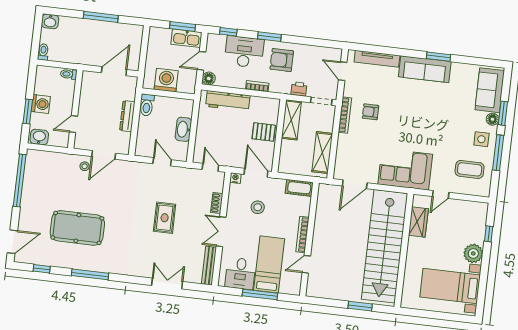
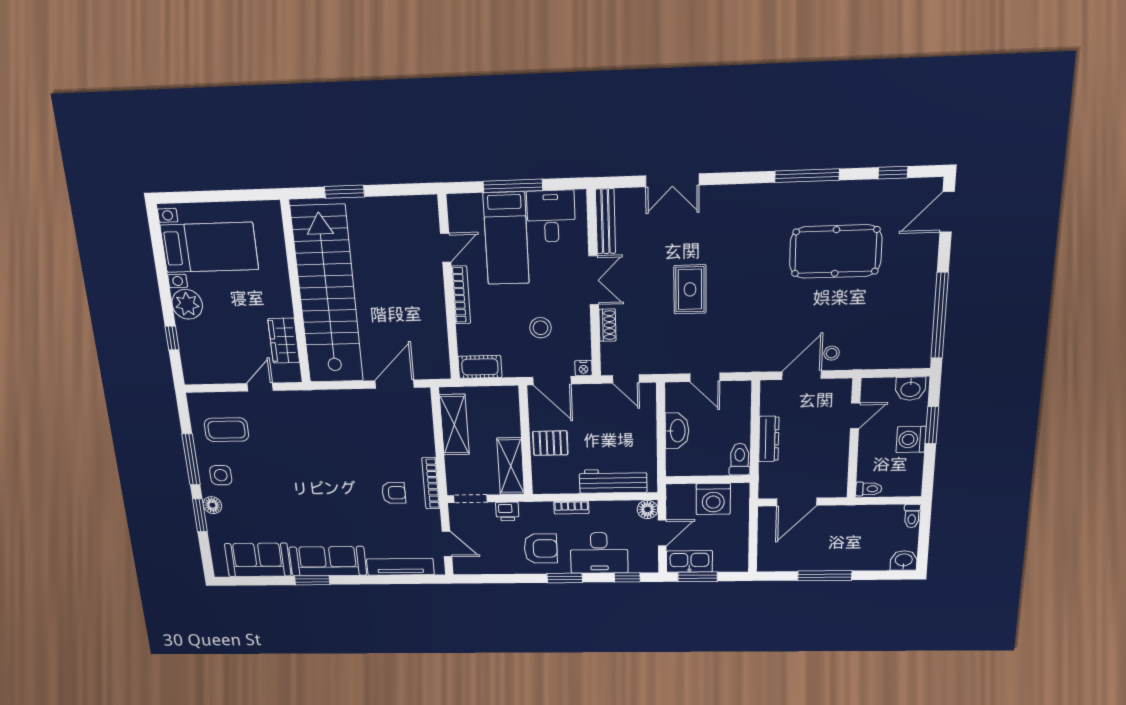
sofa: (490, 90) -> (258, 560), moved, turned -90
corner sofa: (405, 169) -> (323, 417), removed

